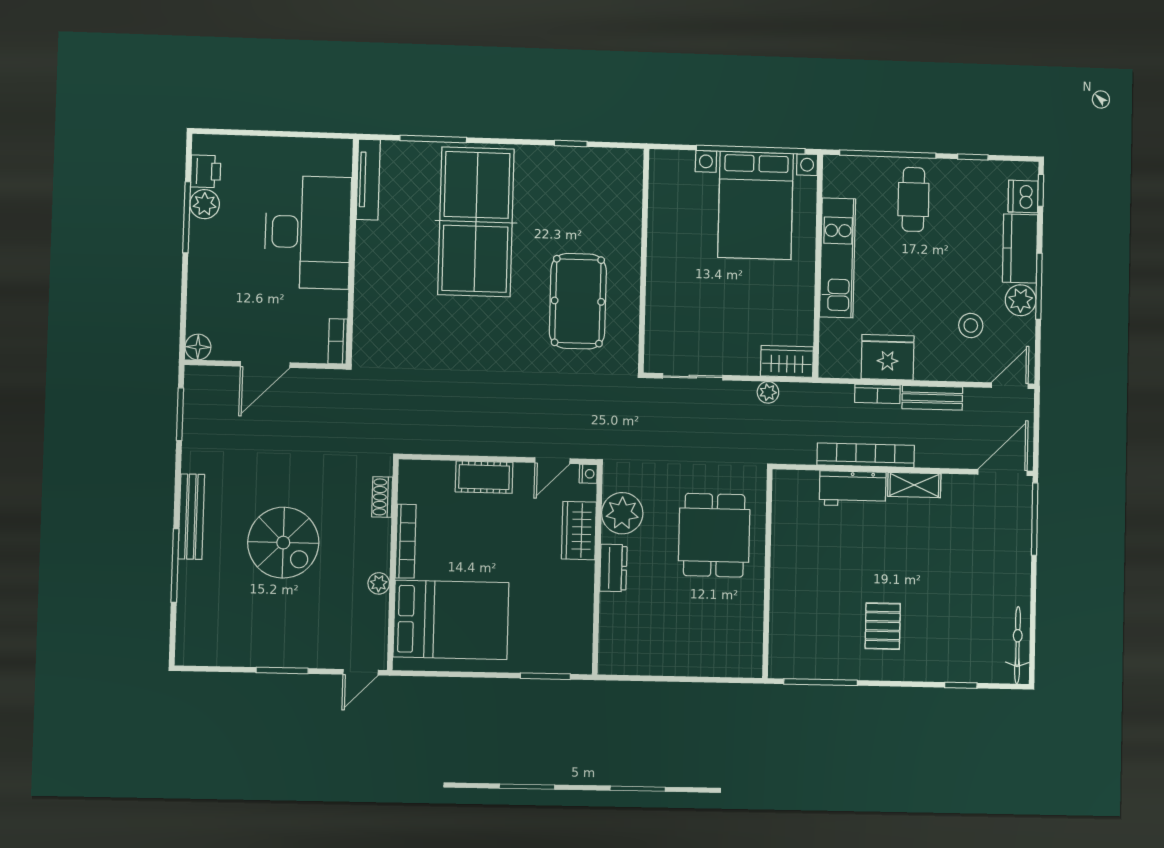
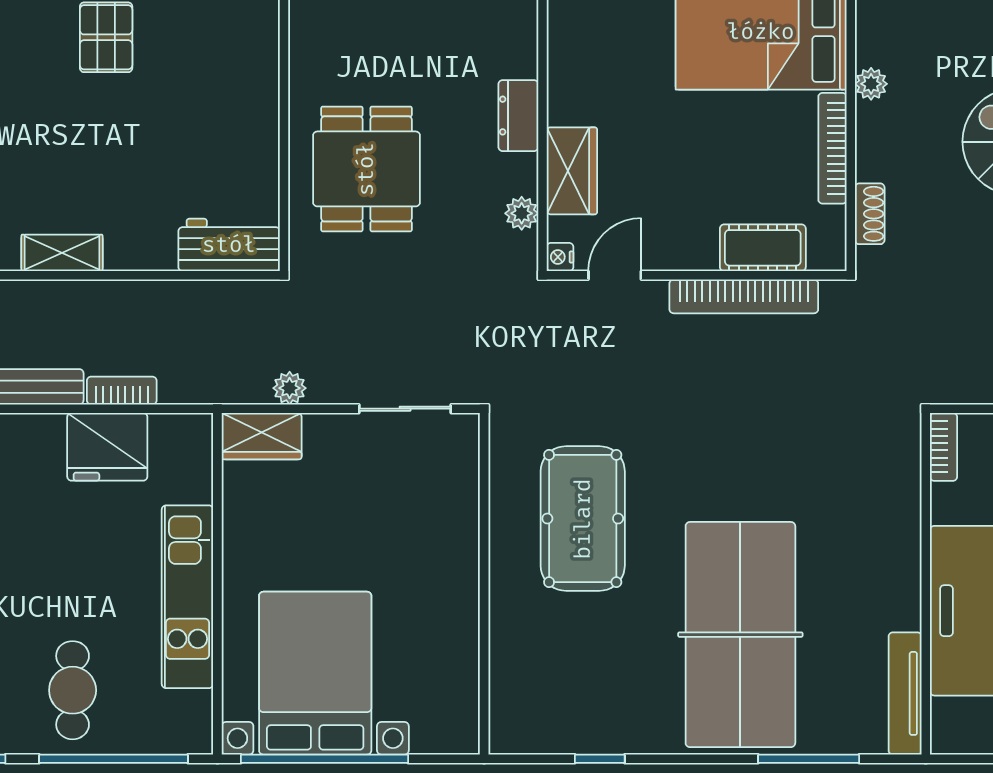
bookcase: (866, 455) -> (744, 296), moved
cot: (484, 477) -> (763, 248), moved
workbench: (853, 489) -> (229, 245), moved
plant: (622, 513) -> (522, 213), width x0.53, depth x0.53

